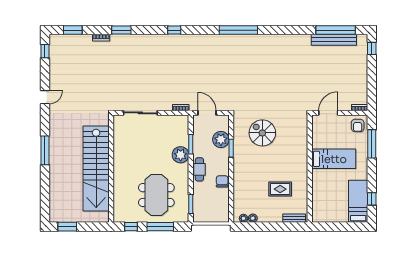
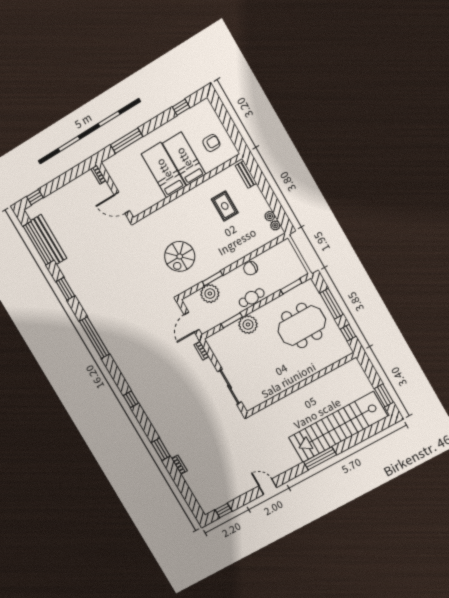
window: (73, 30) -> (65, 289), moved
armchair: (358, 125) -> (211, 143), moved
stairs: (96, 169) -> (338, 427), moved, turned 180
bed: (358, 201) -> (184, 159), moved, turned 90

